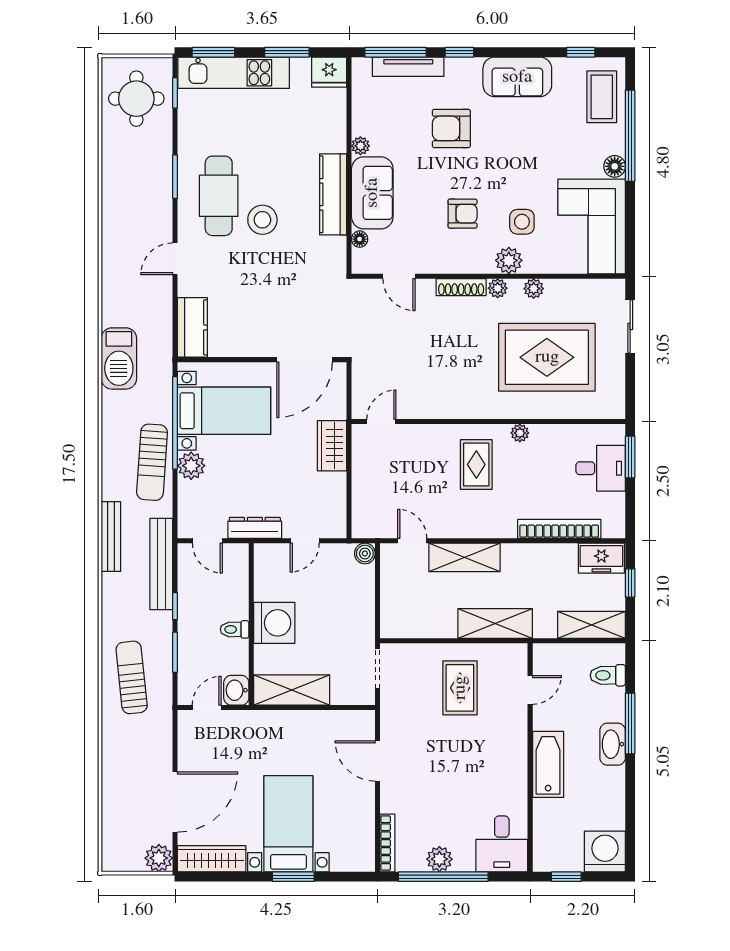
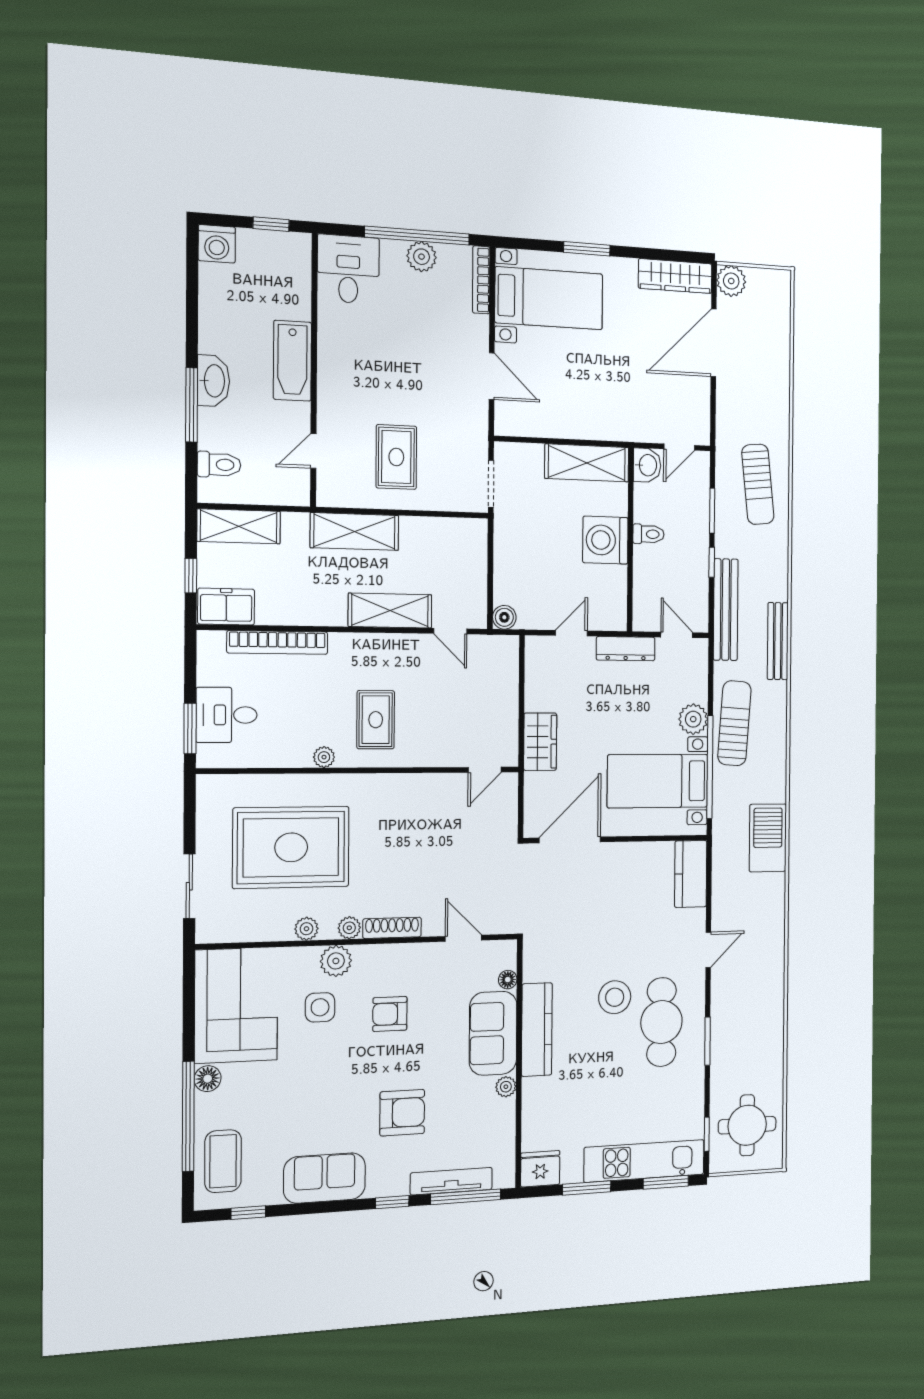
bed with nightstands: (288, 824) -> (549, 298), moved, turned -90
washing machine: (605, 851) -> (217, 244), width x0.73, depth x0.73

